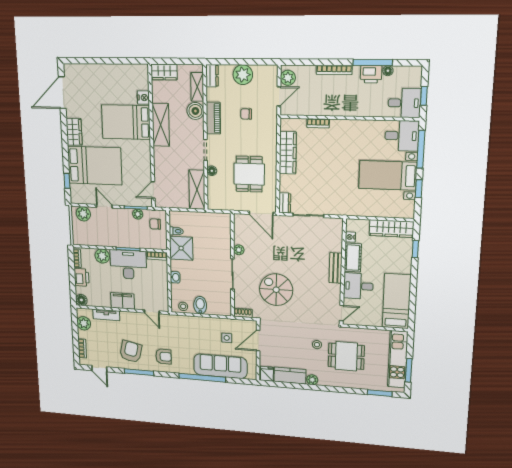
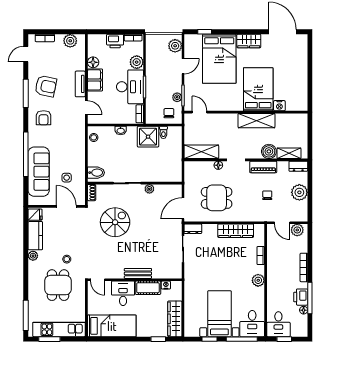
wardrobe: (164, 72) -> (301, 125), removed
plant: (348, 127) -> (258, 280), added
floor lamp: (81, 300) -> (93, 62), moved
bidet: (200, 305) -> (96, 173), moved
door: (152, 312) -> (86, 108), swing flipped
tv unit: (106, 315) -> (80, 84), moved
window: (380, 393) -> (26, 315), width x1.44

